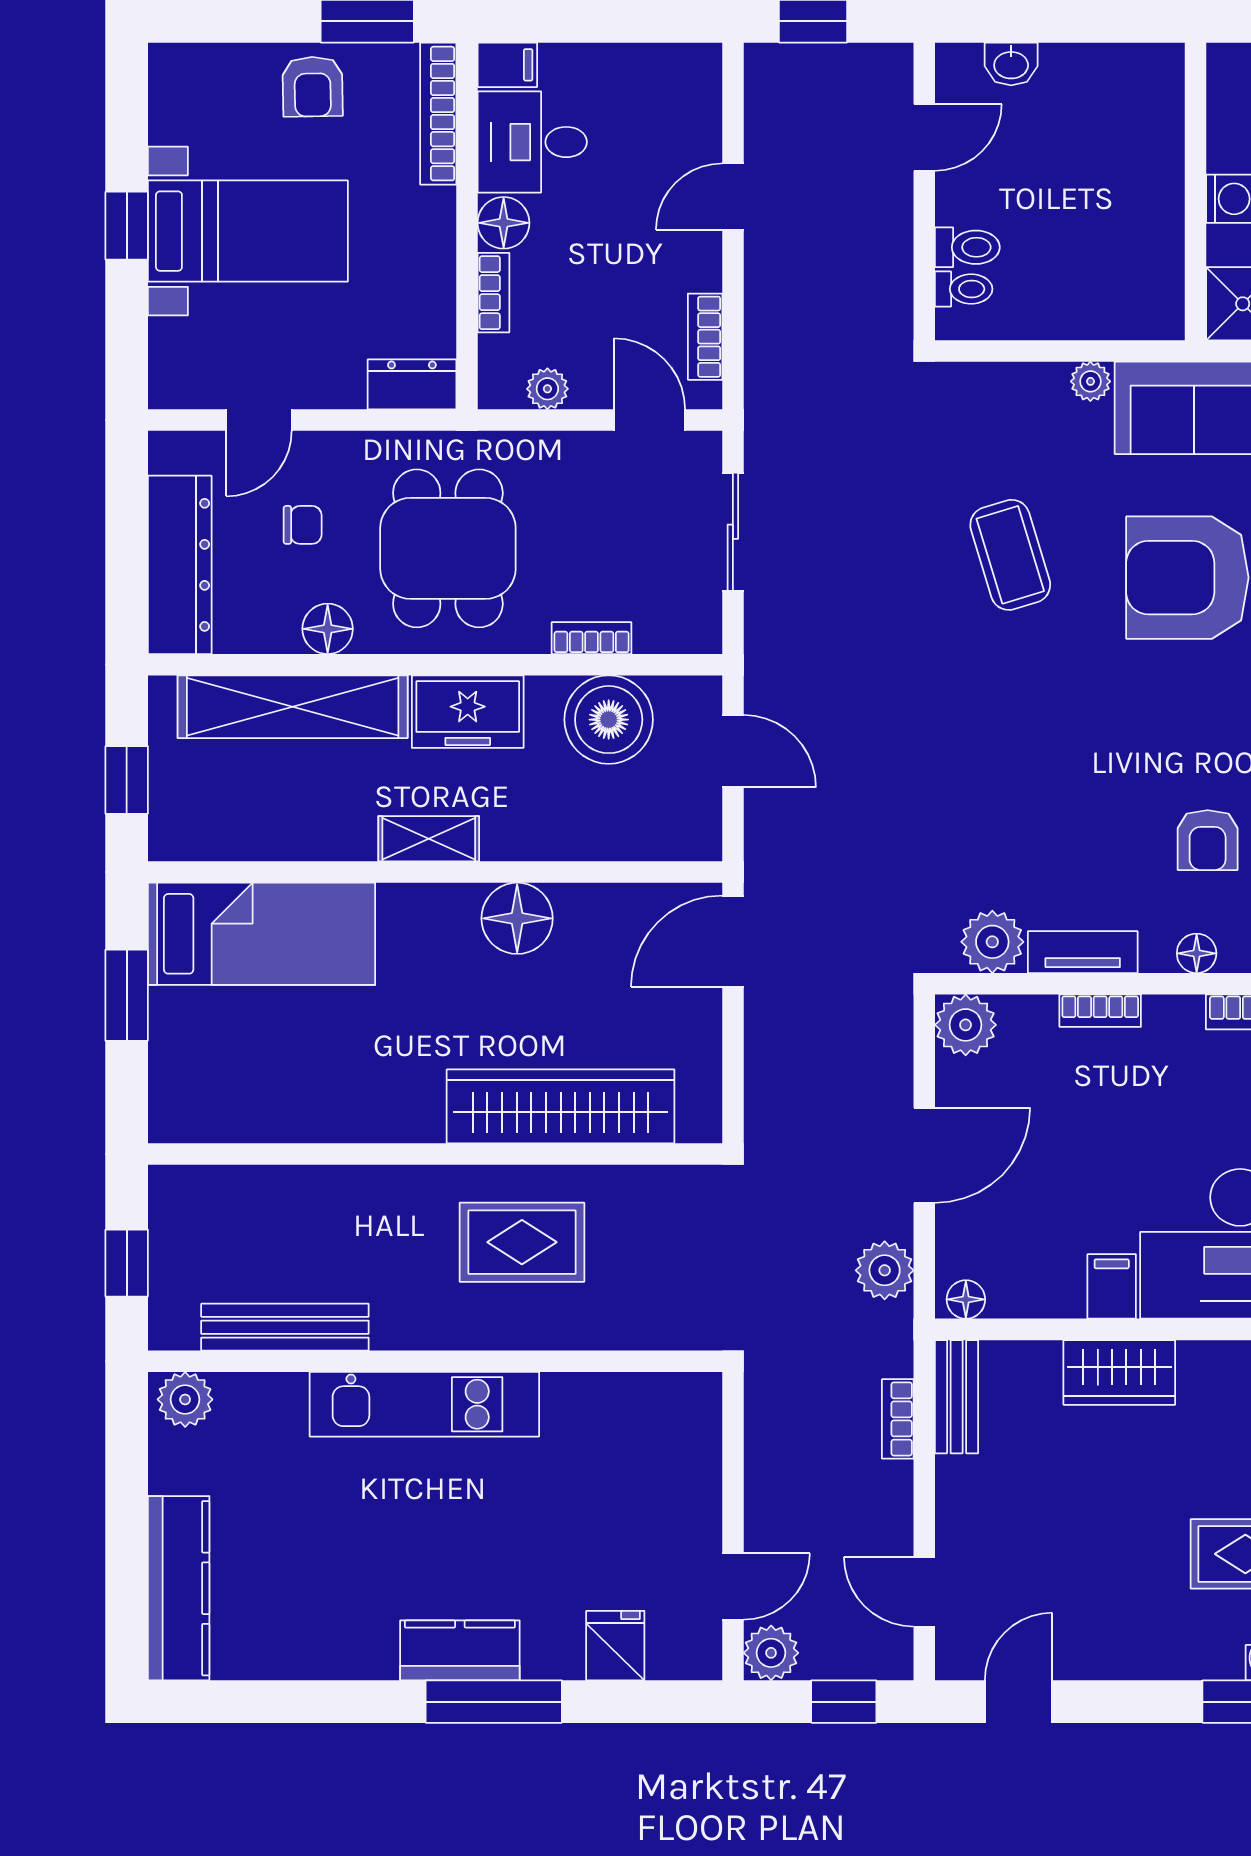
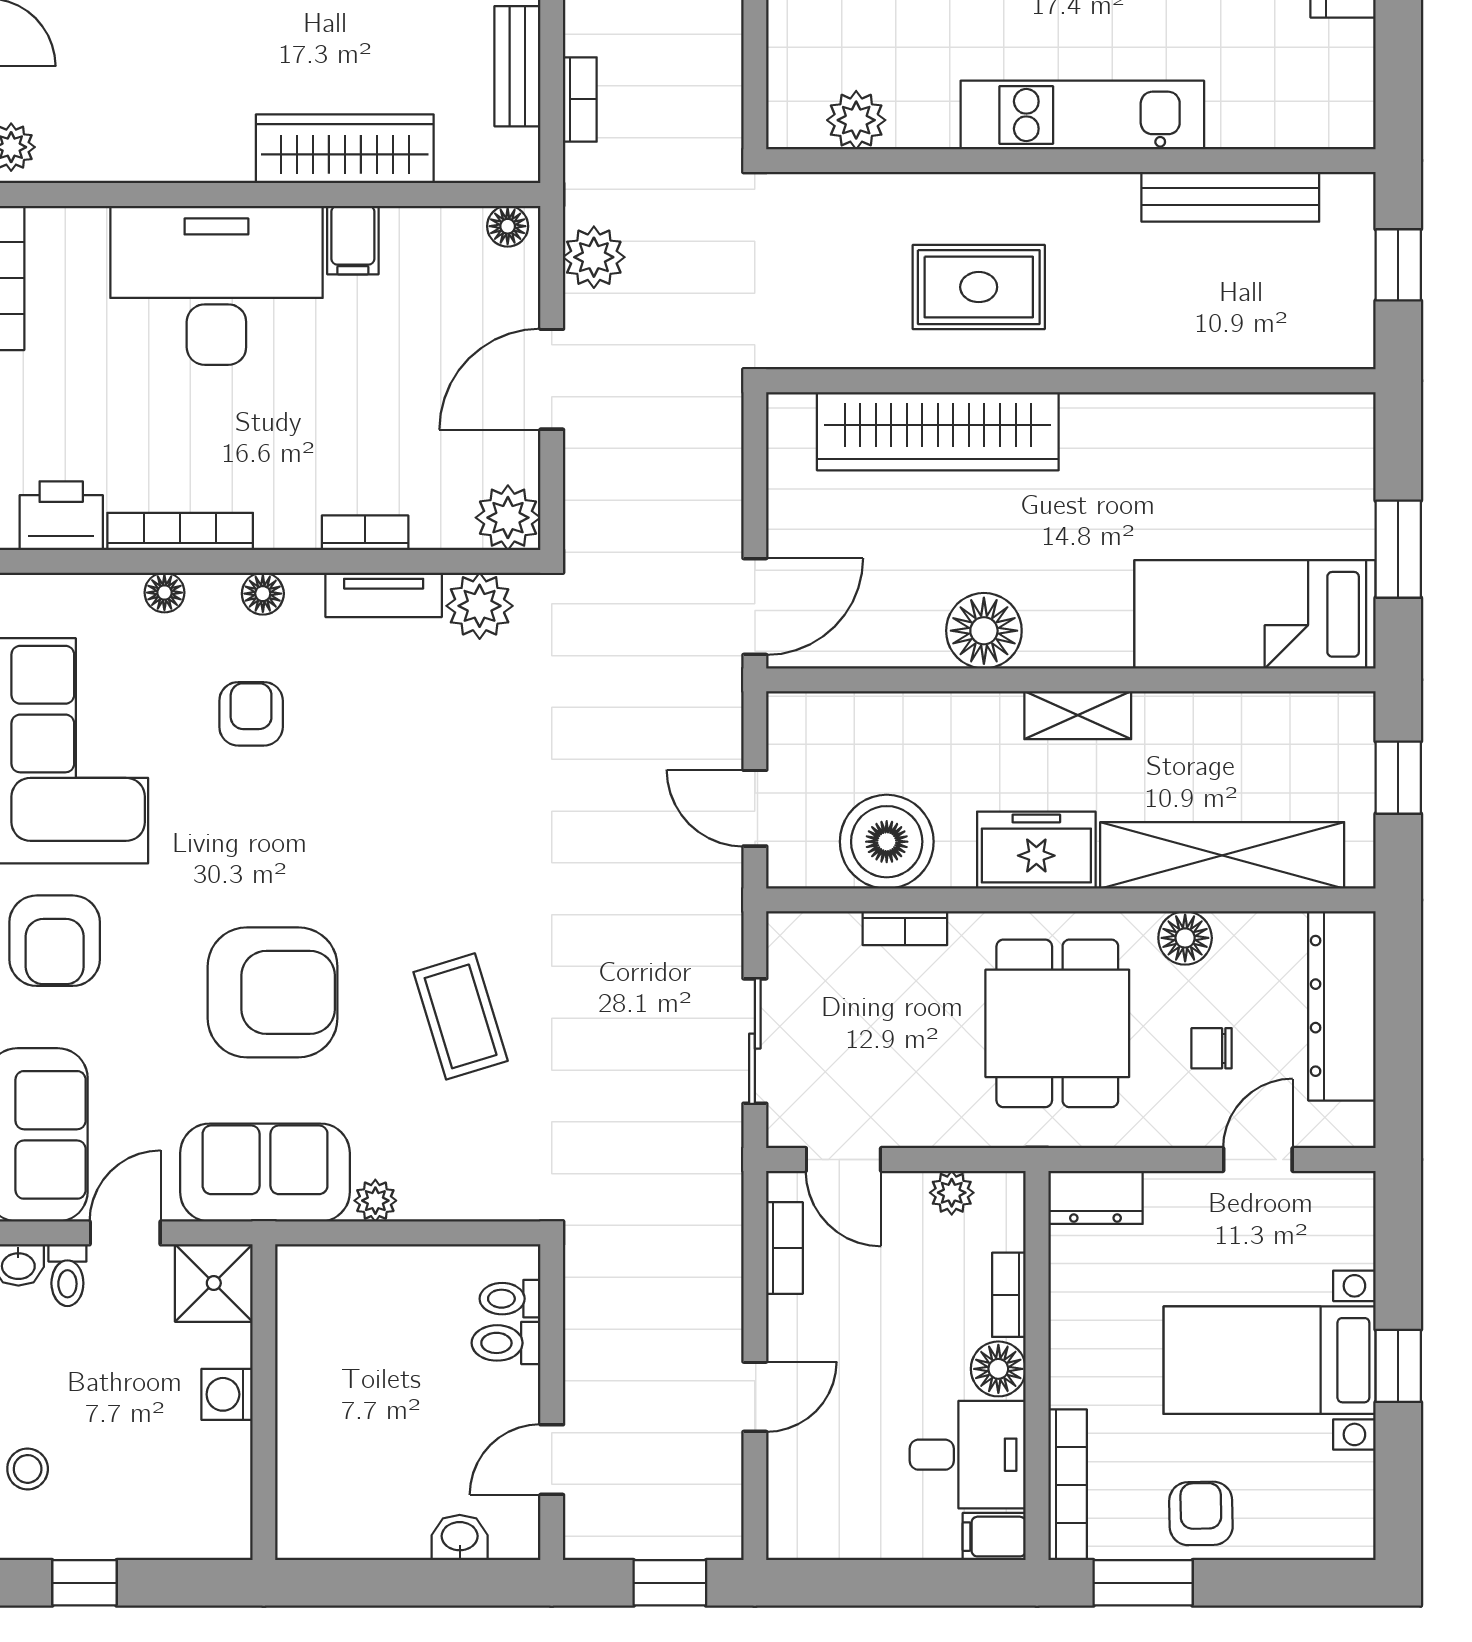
wardrobe: (1119, 1372) -> (345, 149), width x1.50
bench: (957, 1397) -> (517, 66), moved
plant: (185, 1399) -> (856, 120), moved

